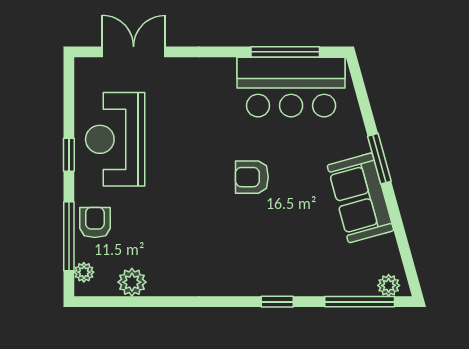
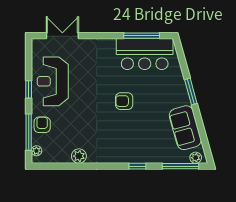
sofa: (360, 198) -> (185, 128), moved
plant: (132, 282) -> (79, 156), moved

